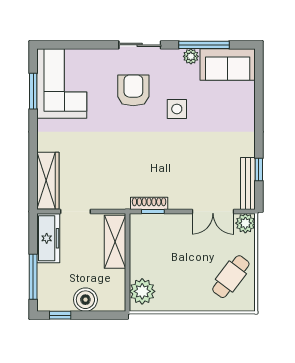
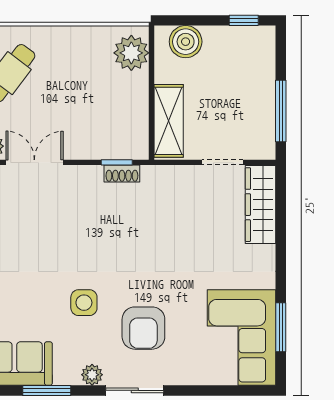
window: (204, 45) -> (47, 390), width x0.69
plant: (191, 56) -> (92, 375), moved
shoe rack: (149, 203) -> (122, 173), width x0.70
freezer: (48, 238) -> (260, 126), removed
window: (33, 277) -> (281, 111), moved
boiler: (85, 300) -> (186, 42), moved

